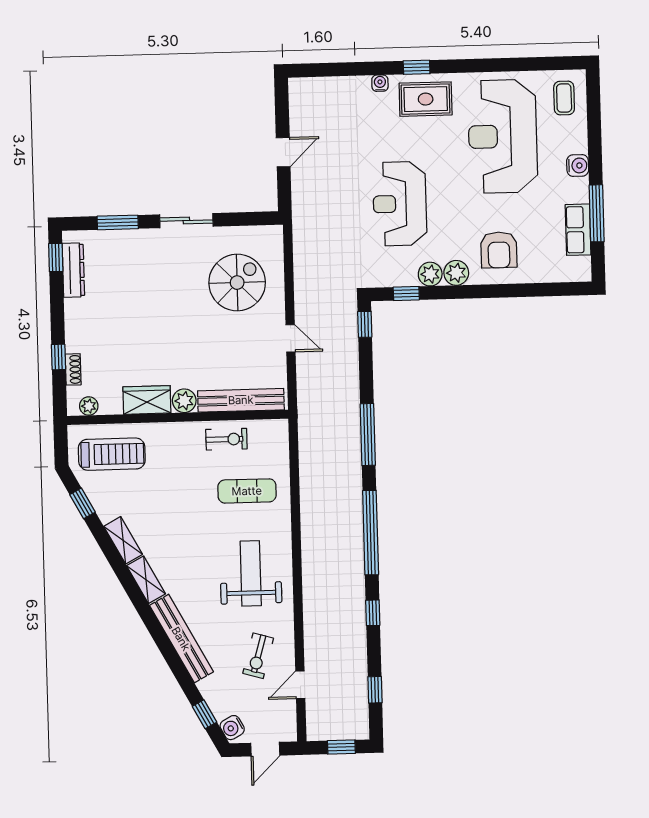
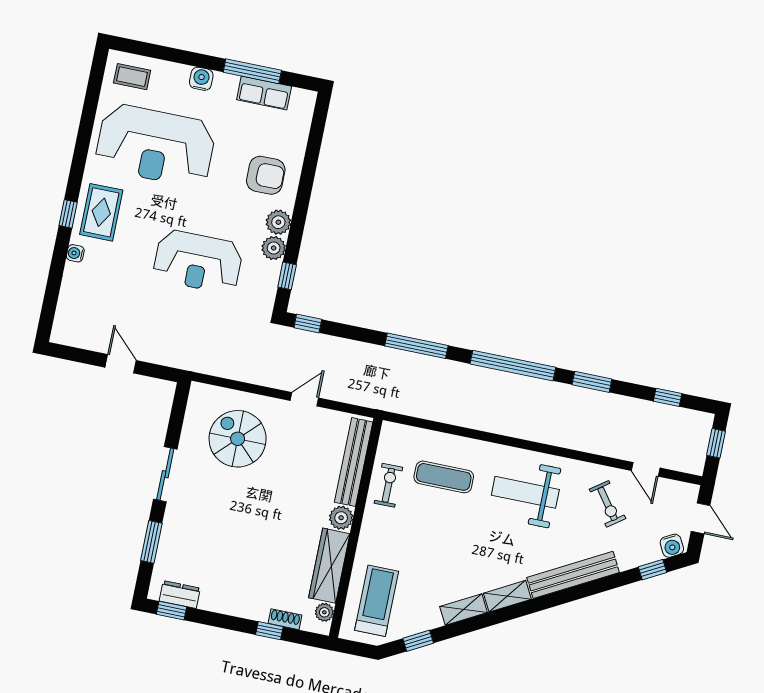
dresser: (73, 270) -> (180, 595), width x0.70
wardrobe: (147, 400) -> (329, 566), width x1.50
exercise mat: (247, 491) -> (444, 477), turned 90
window: (373, 613) -> (592, 382), width x1.50
exercise bike: (258, 656) -> (608, 504), turned 38

